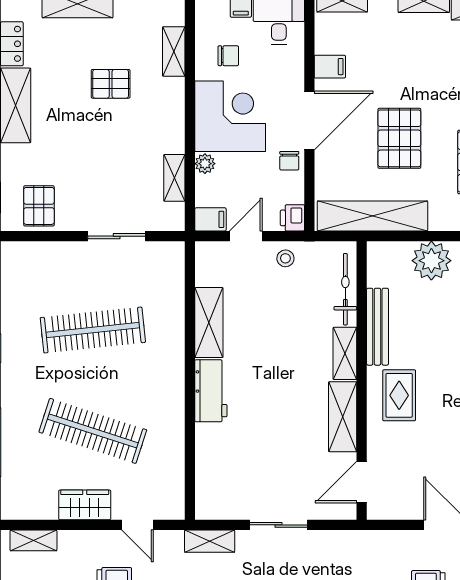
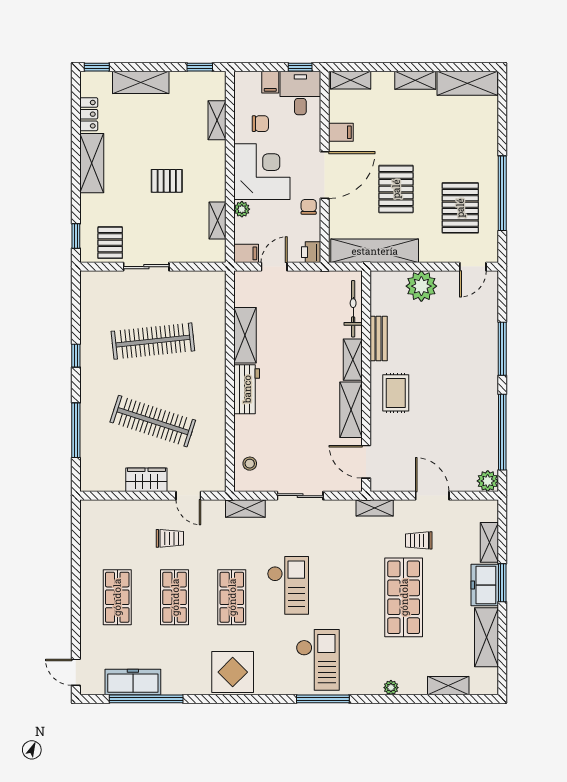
pallet: (111, 84) -> (167, 181), moved
chair: (289, 161) -> (309, 207), turned 180
sliding door: (117, 236) -> (146, 267), moved
stool: (285, 258) -> (250, 464), moved
bench: (377, 327) -> (379, 338), width x0.73
door: (362, 482) -> (366, 462), hinge flipped
shelving: (33, 540) -> (375, 508), moved

